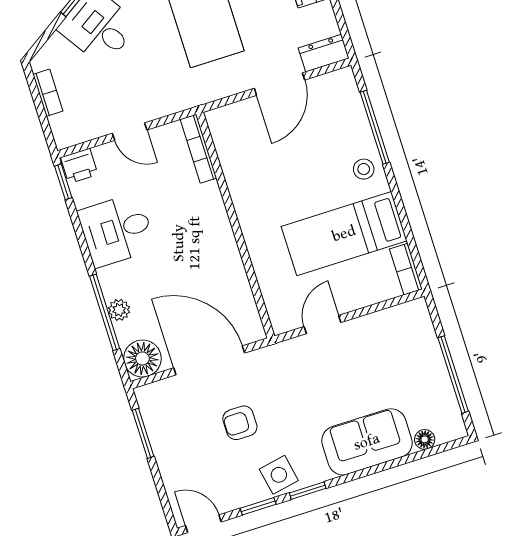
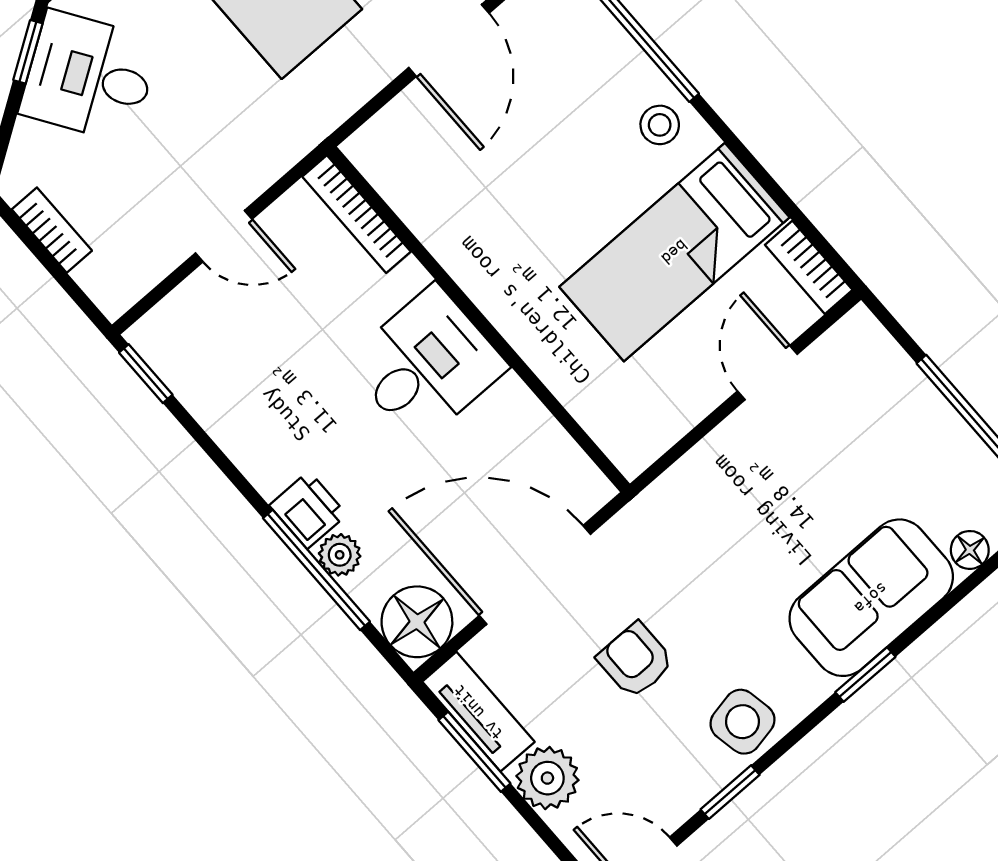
printer: (79, 166) -> (308, 510), moved, turned -90
desk: (117, 230) -> (426, 364), moved, turned 180
door: (322, 324) -> (767, 373), moved
tv unit: (153, 415) -> (478, 712), added
armchair: (240, 423) -> (635, 660), turned 90
plant: (173, 461) -> (547, 778), added
window: (308, 491) -> (865, 674), moved

